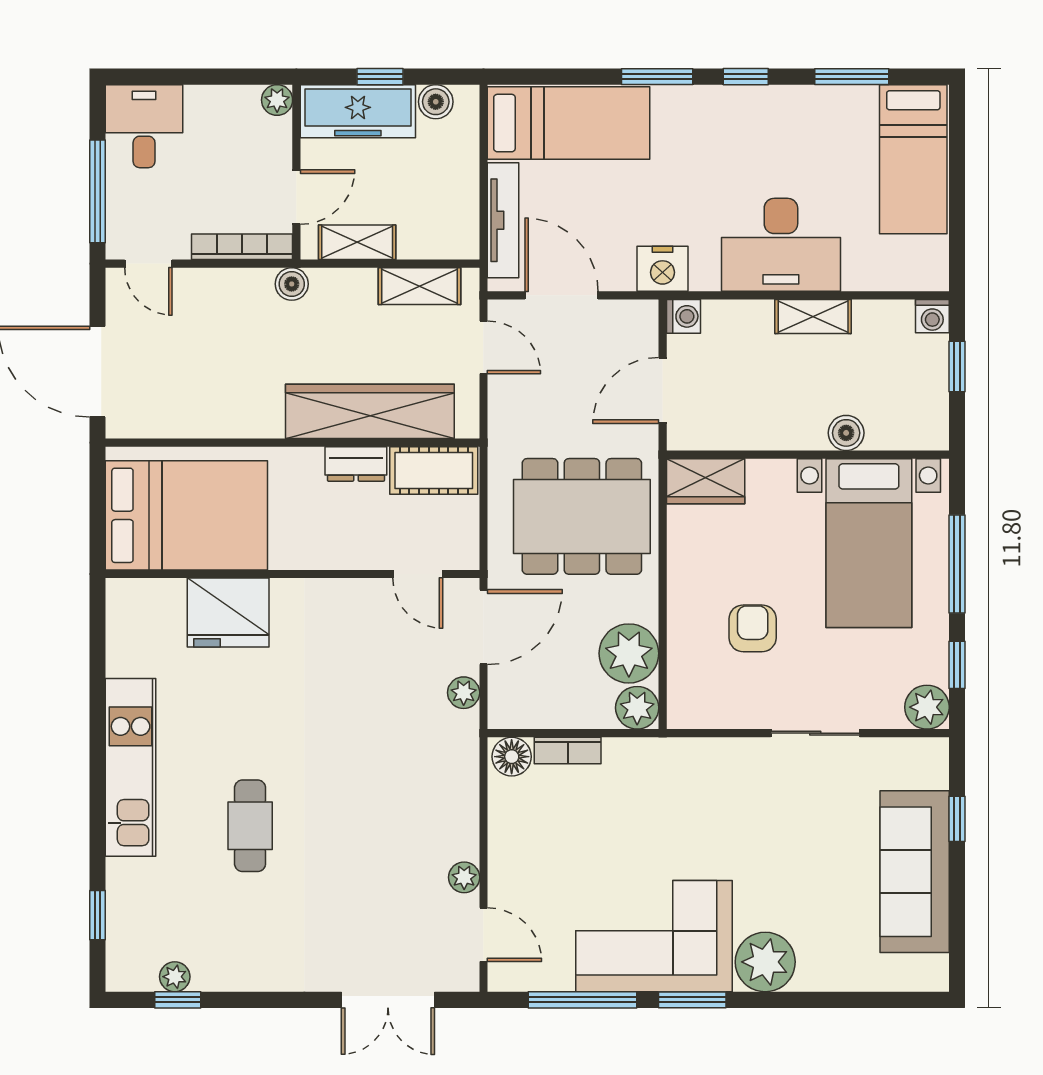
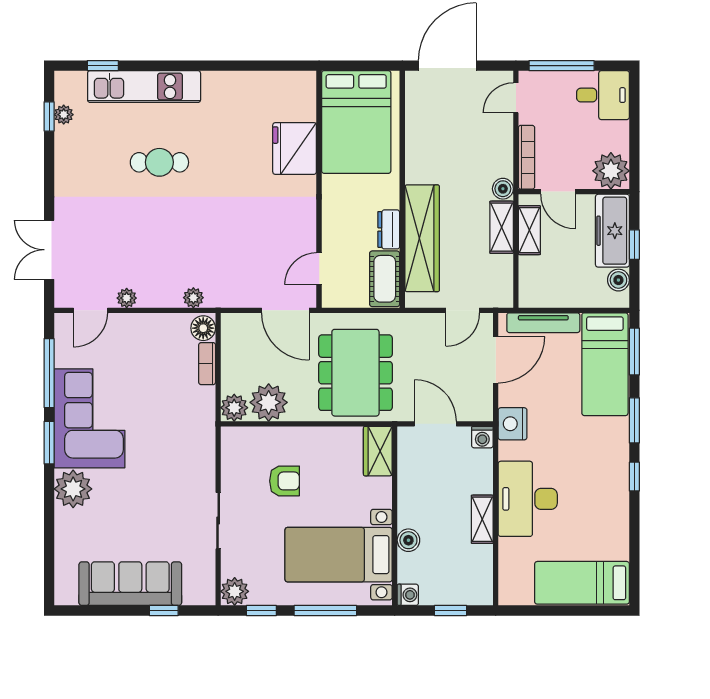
window: (852, 77) -> (634, 352), moved
plant: (277, 100) -> (611, 171), width x1.88, depth x1.88
shelving: (420, 286) -> (502, 227), moved
washing machine: (932, 316) -> (408, 595), moved, turned 180
plant: (464, 693) -> (193, 298), moved
kitchen unit: (131, 767) -> (144, 87), moved

